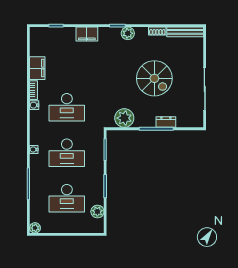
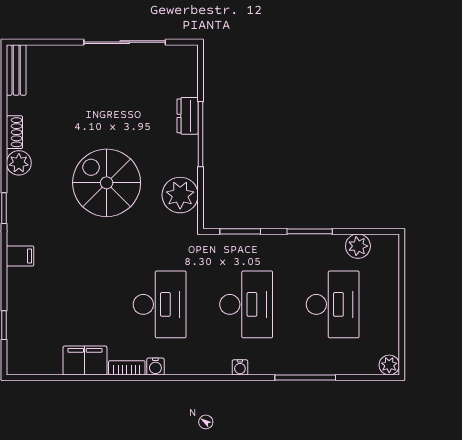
bench: (185, 32) -> (16, 70), width x0.73
plant: (128, 33) -> (19, 163), moved
filing cabinet: (87, 34) -> (20, 256), width x0.50
spiral stairs: (154, 78) -> (107, 183), moved, turned -90

